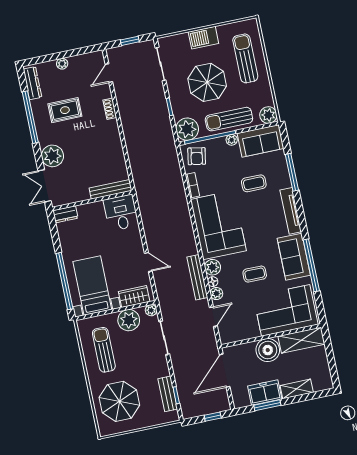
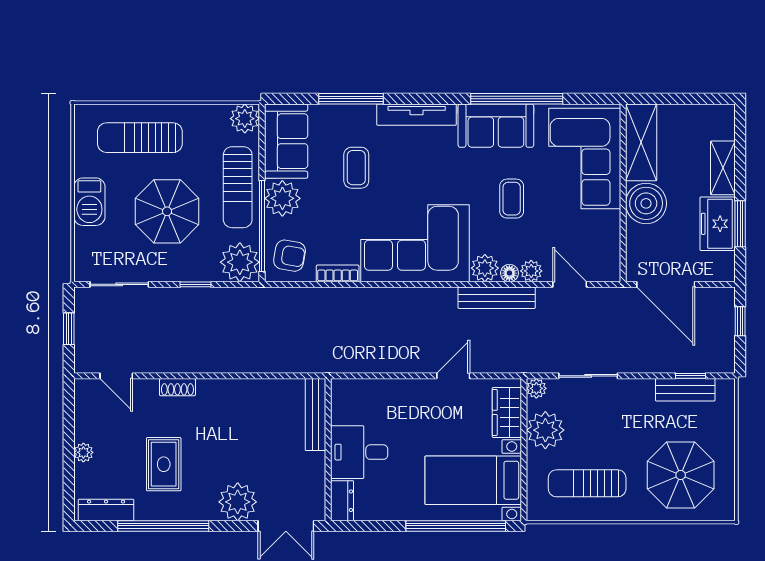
plant: (232, 140) -> (282, 198), width x1.87, depth x1.87
desk: (121, 213) -> (359, 452), moved

